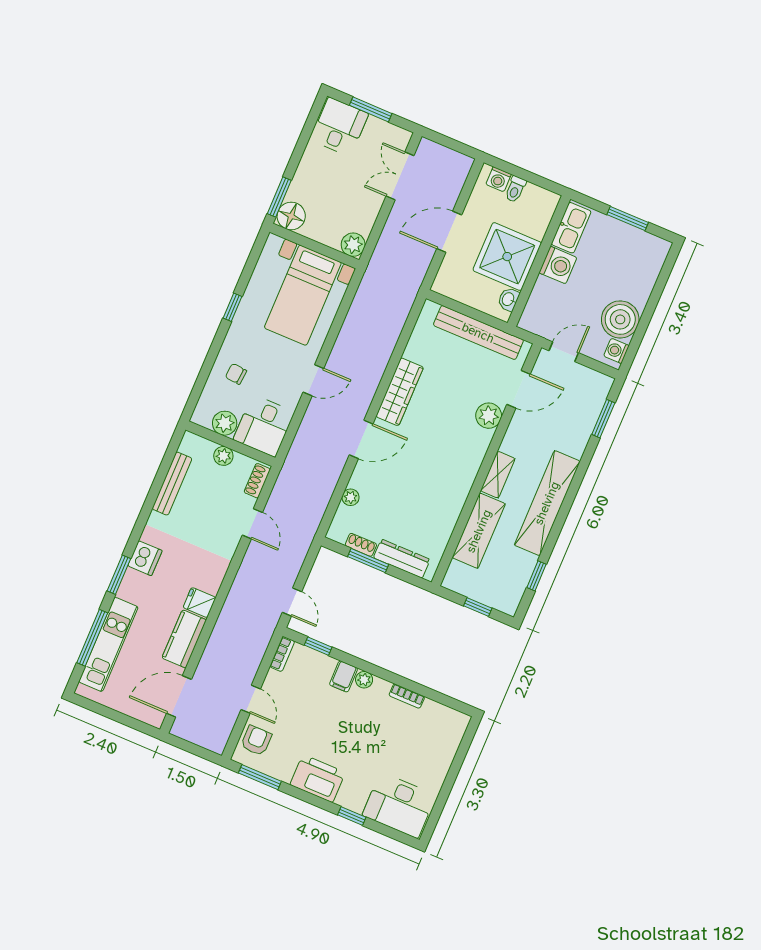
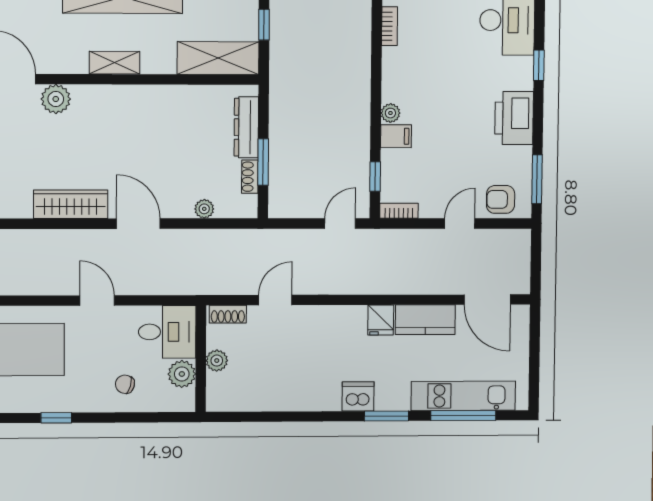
chair: (236, 374) -> (125, 384), turned 101
bench: (172, 484) -> (268, 402), removed
shelving: (479, 531) -> (218, 58), moved
bookcase: (407, 696) -> (389, 26), moved

